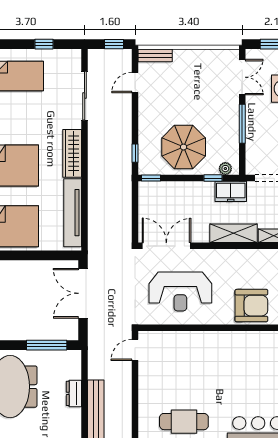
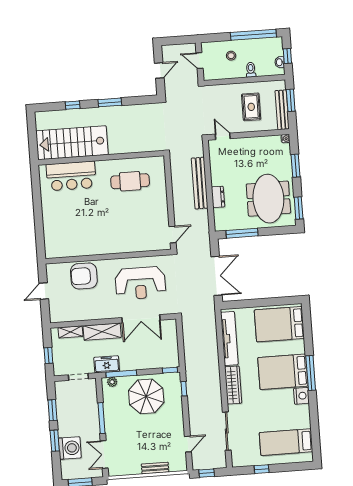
bench: (155, 55) -> (155, 468), moved
window: (213, 178) -> (121, 374), width x2.17
double door: (166, 246) -> (141, 319), moved
reception desk: (180, 291) -> (140, 283), turned 180

